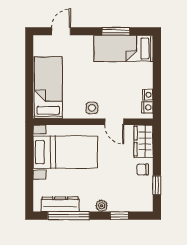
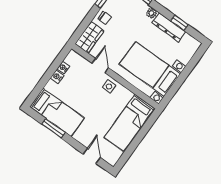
door: (61, 31) -> (92, 156), swing flipped
nightstand: (147, 107) -> (57, 77), moved
dresser: (60, 204) -> (169, 27), moved
window: (69, 216) -> (179, 23), width x0.46

